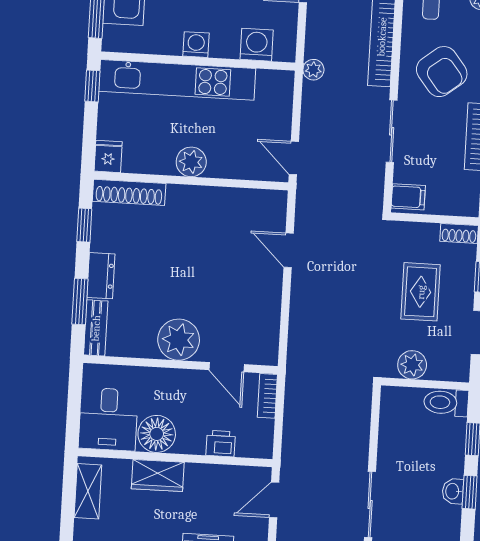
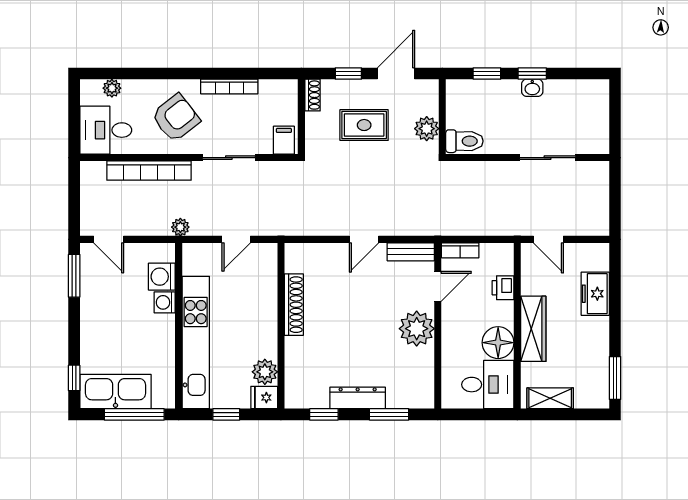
washing machine: (196, 45) -> (165, 302), moved
window: (92, 86) -> (226, 414), moved
door: (294, 158) -> (236, 239), moved
plant: (191, 162) -> (265, 372), moved
shoe rack: (129, 192) -> (294, 305), moved
door: (289, 250) -> (364, 239), moved
dresser: (101, 276) -> (358, 398), width x1.44
bench: (96, 328) -> (411, 252), moved
toilet: (446, 403) -> (464, 141), moved, turned -90
wardrobe: (158, 475) -> (533, 329), width x1.50

